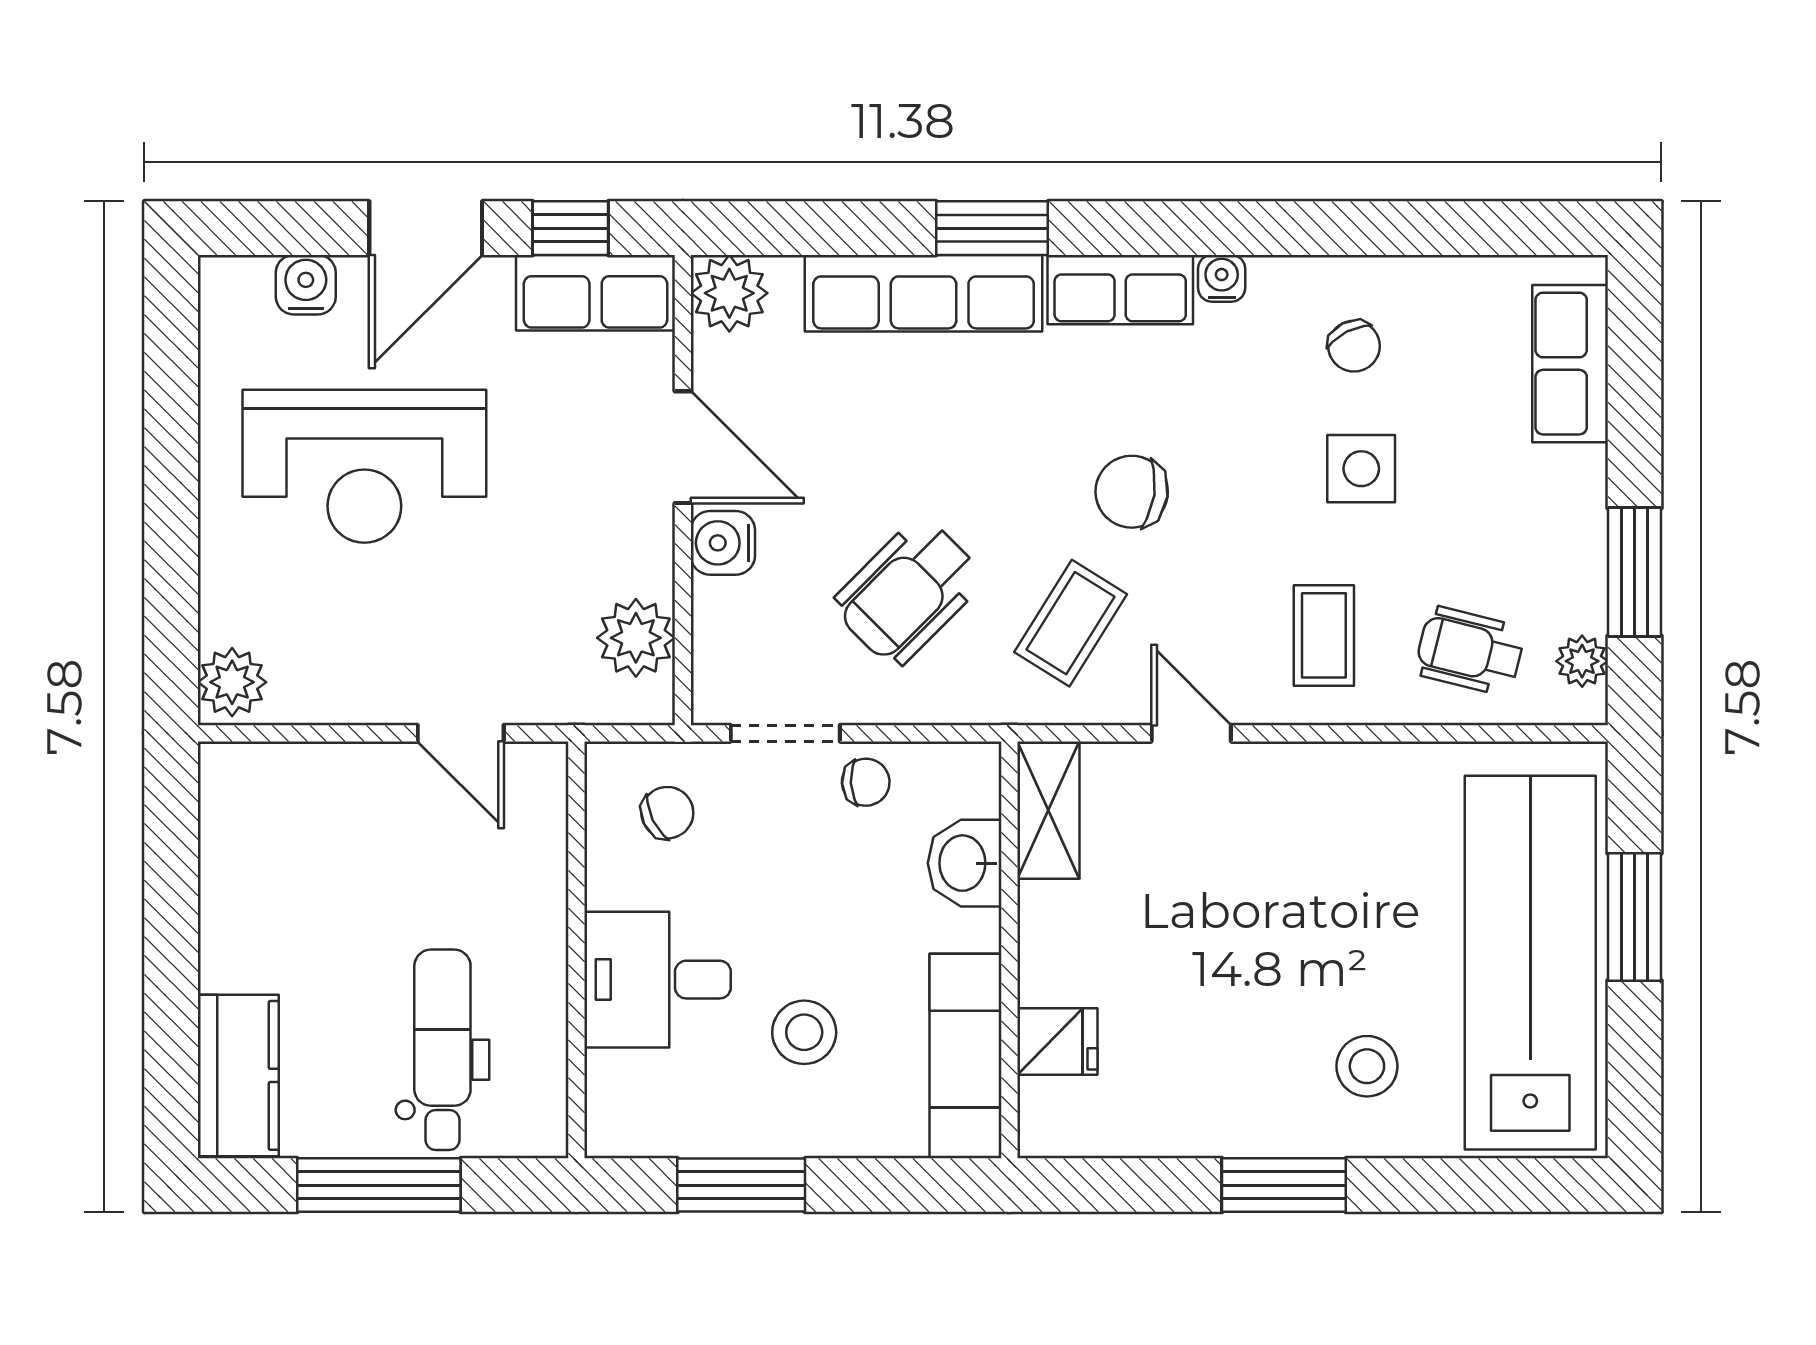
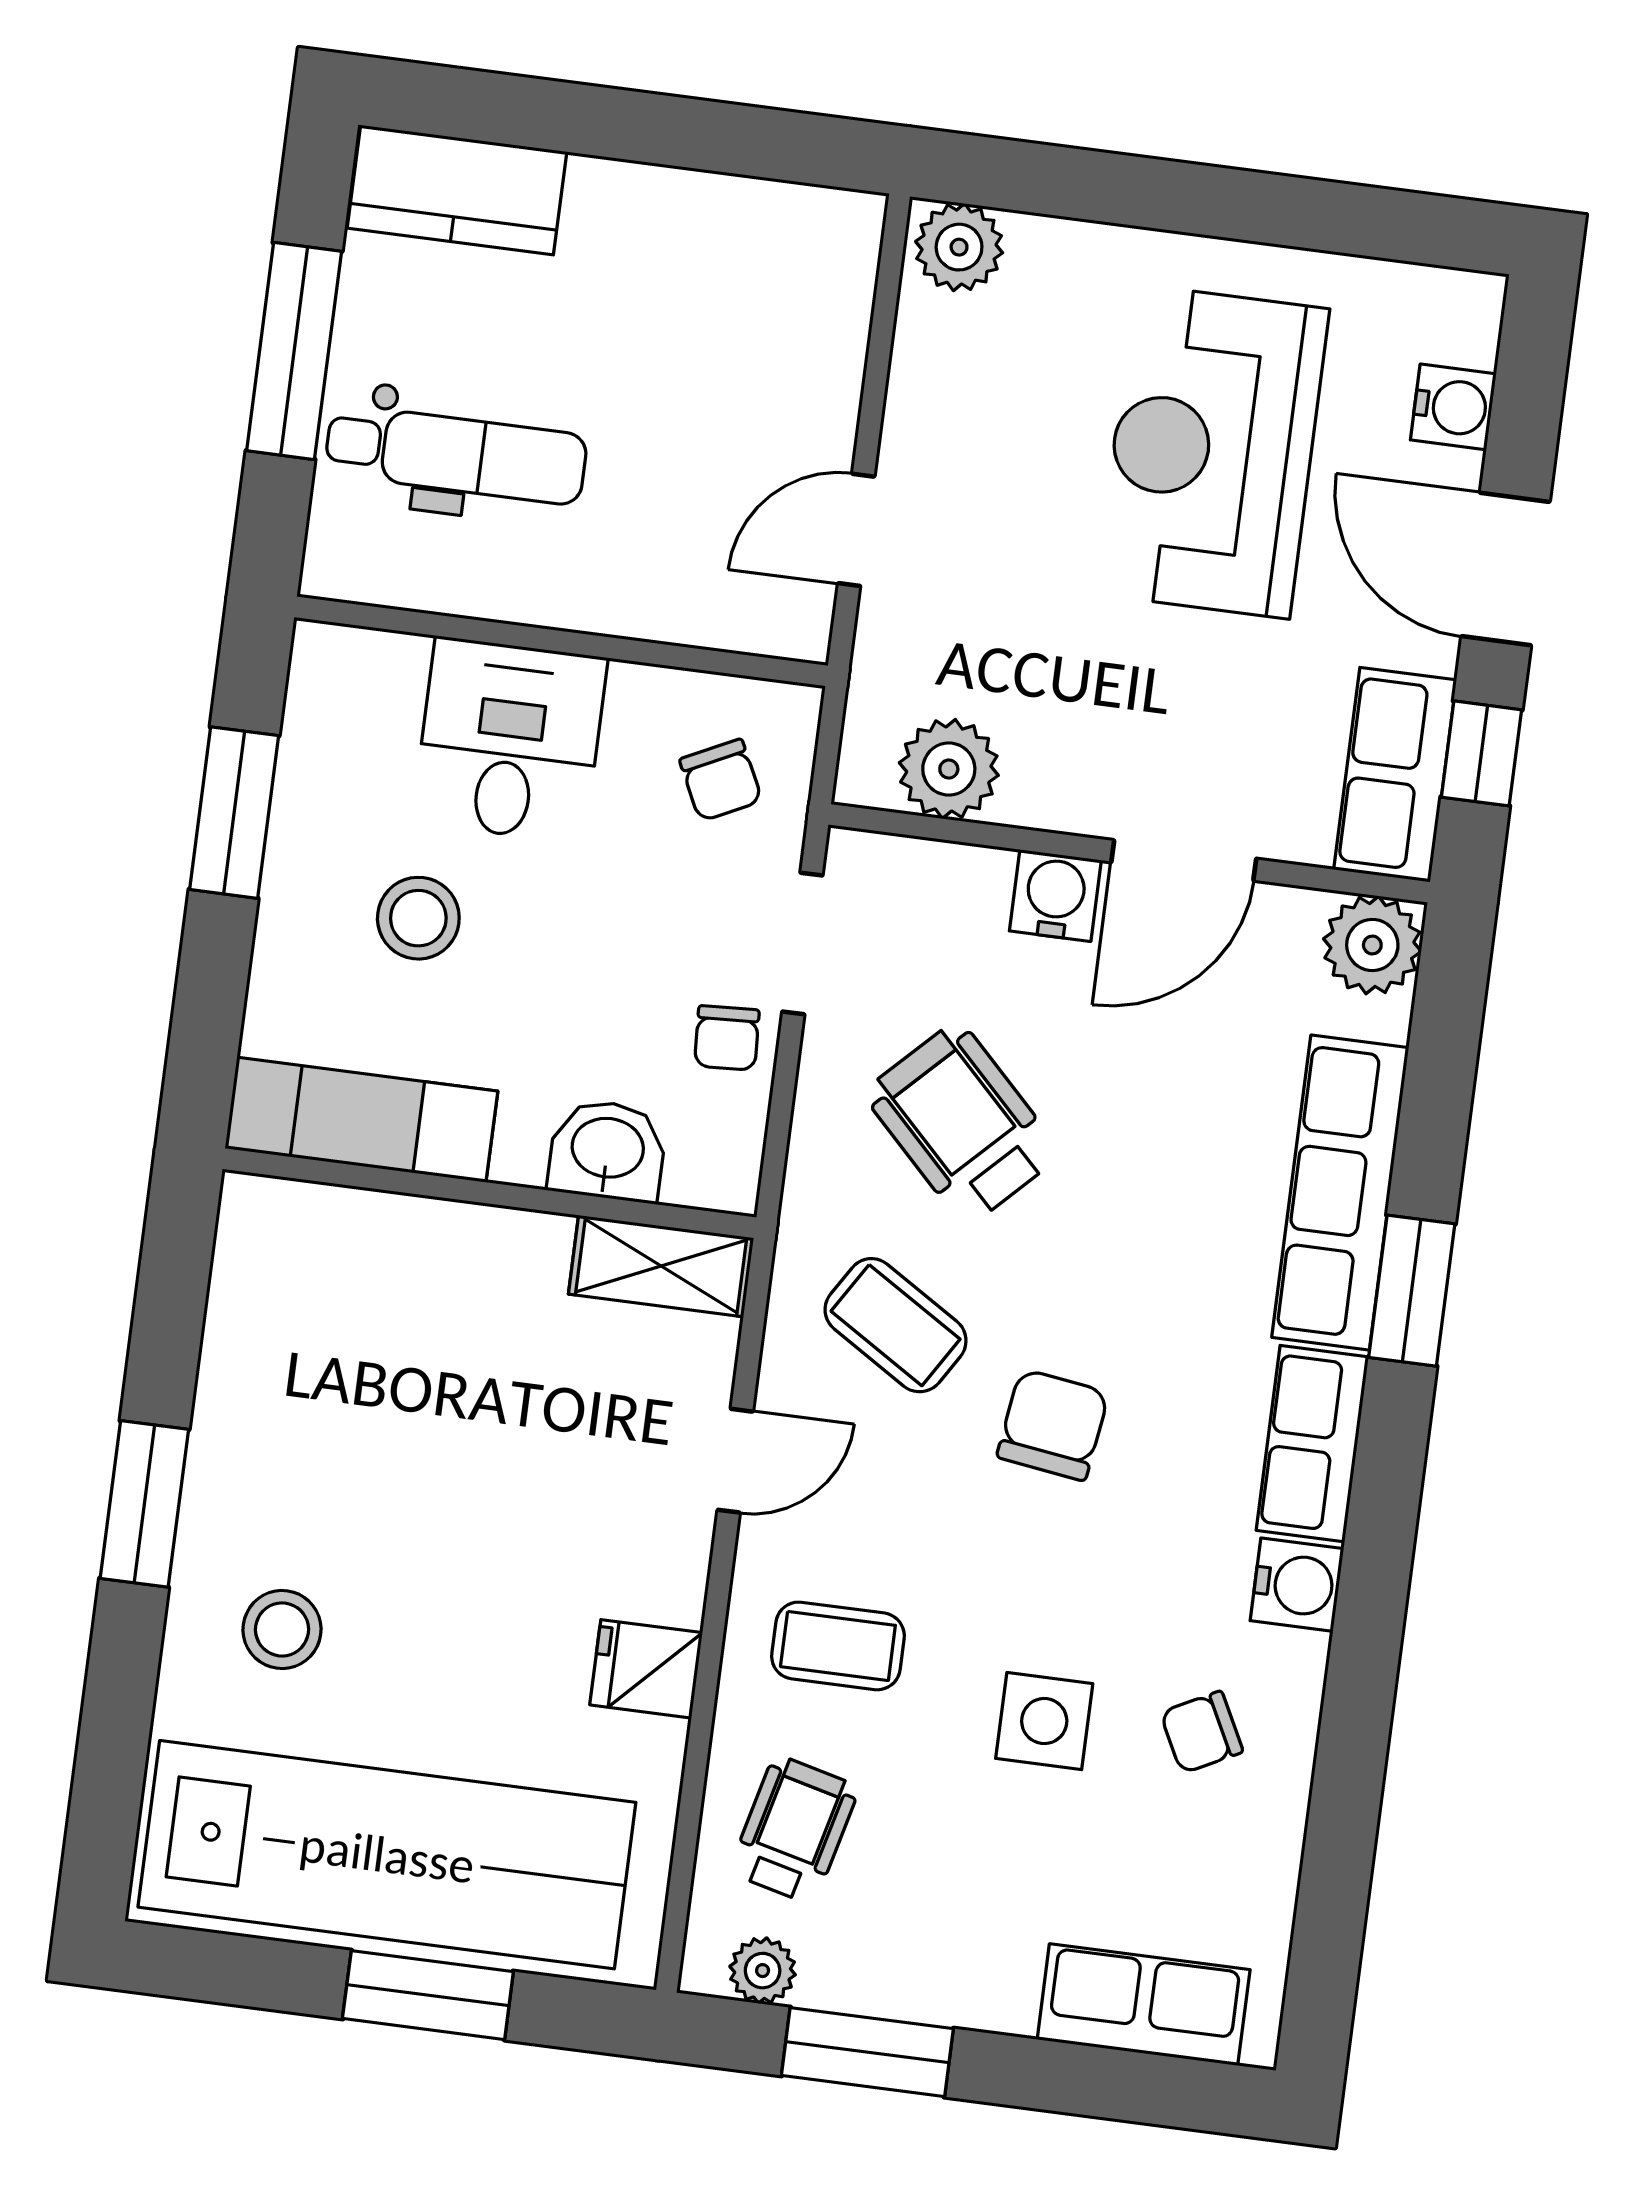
water cooler: (1222, 278) -> (1297, 1585), width x1.38, depth x1.38
fridge: (1057, 1042) -> (646, 1669), moved, turned 90

